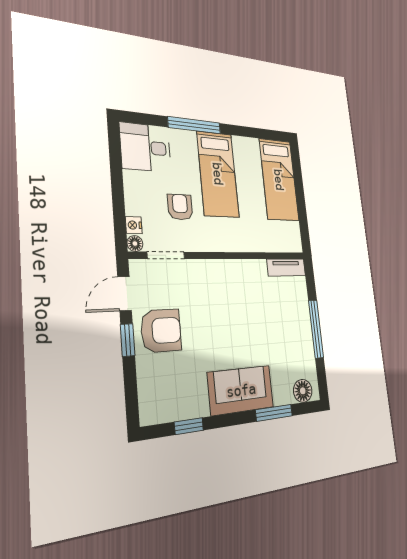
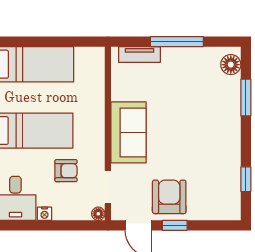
armchair: (180, 207) -> (66, 171), turned 180
nightstand: (134, 225) -> (45, 214), moved
tv unit: (286, 267) -> (140, 54), moved, turned 90
sofa: (241, 390) -> (129, 132), moved, turned 180

